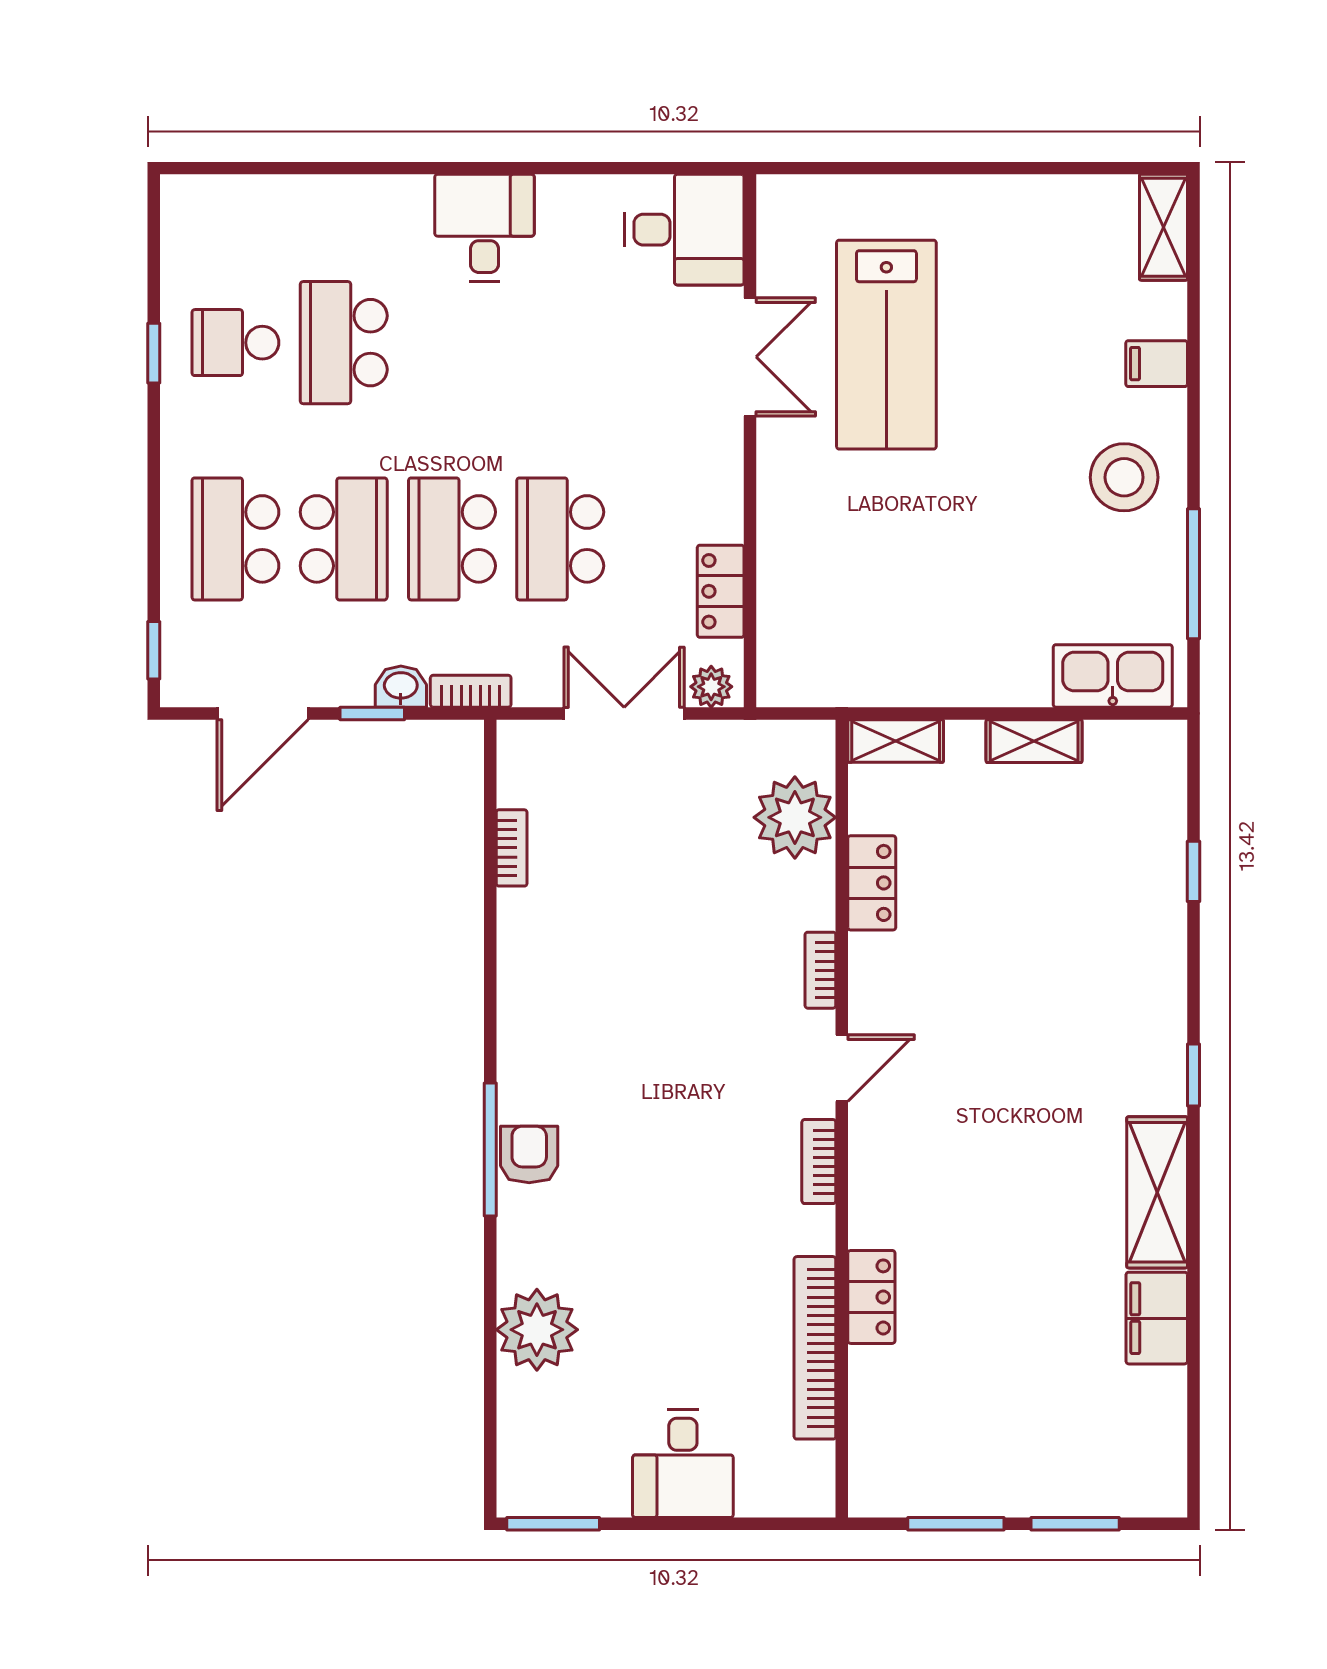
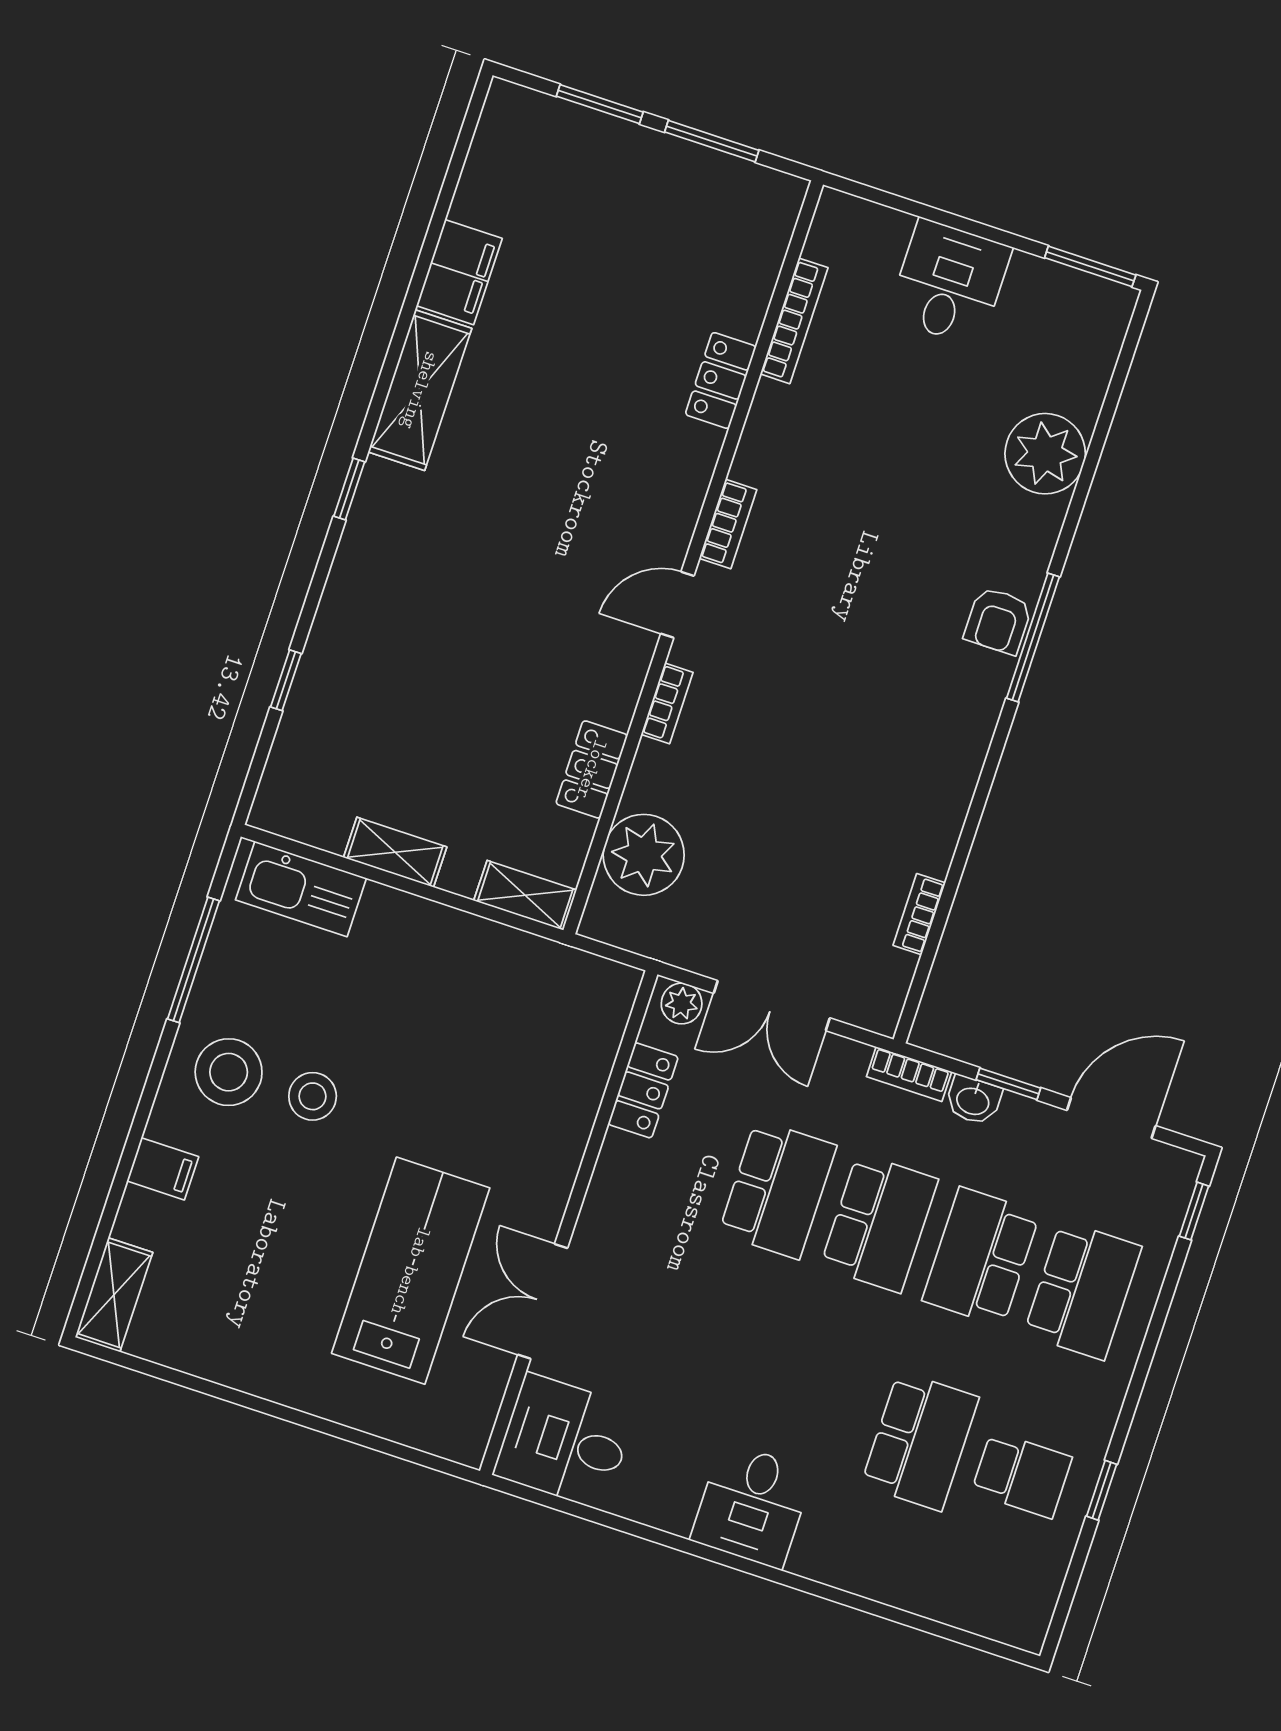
stool: (1036, 481) -> (313, 1096), added
bookcase: (815, 1348) -> (794, 321), width x0.68, depth x0.76

